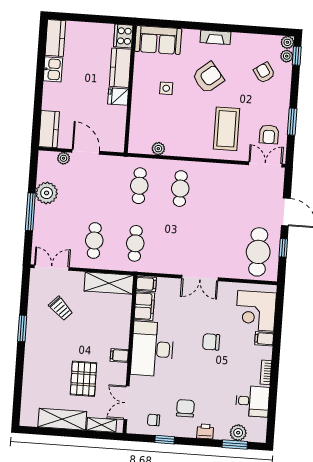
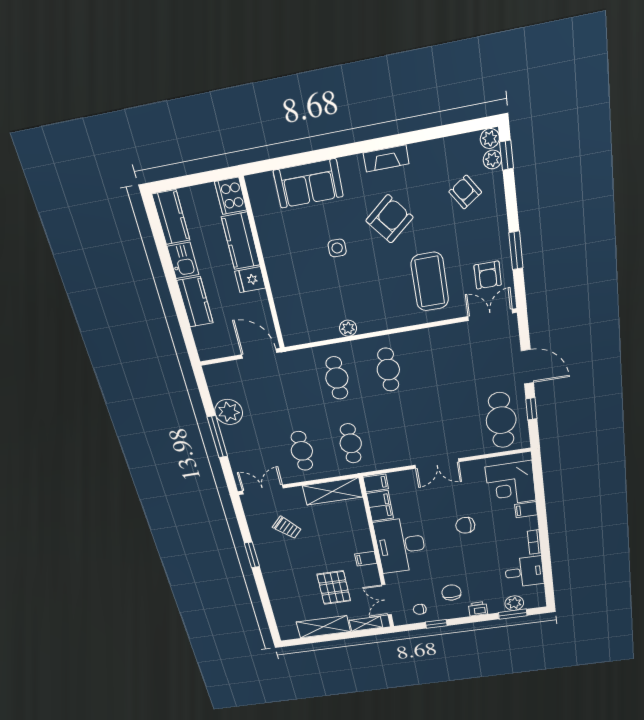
cooker: (123, 36) -> (231, 196), moved
kitchen counter: (120, 68) -> (241, 241), moved
wall: (130, 89) -> (263, 266), moved
fridge: (118, 96) -> (250, 280), moved
kitchen counter: (49, 129) -> (195, 302), moved
plant: (64, 158) -> (235, 368), removed

